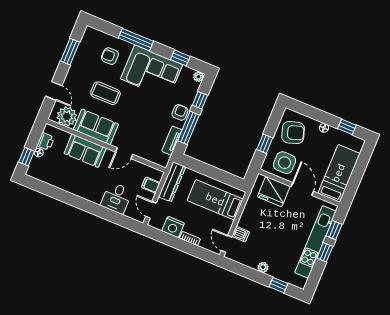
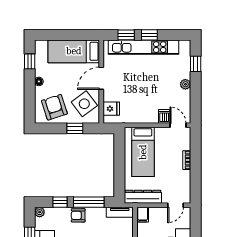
tv unit: (172, 141) -> (120, 212), moved
side table: (284, 163) -> (84, 104), turned -37
filing cabinet: (151, 185) -> (143, 215), moved
fridge: (274, 191) -> (111, 109), width x0.53, depth x0.75
nightstand: (173, 227) -> (183, 179), removed
door: (227, 244) -> (178, 125), swing flipped

